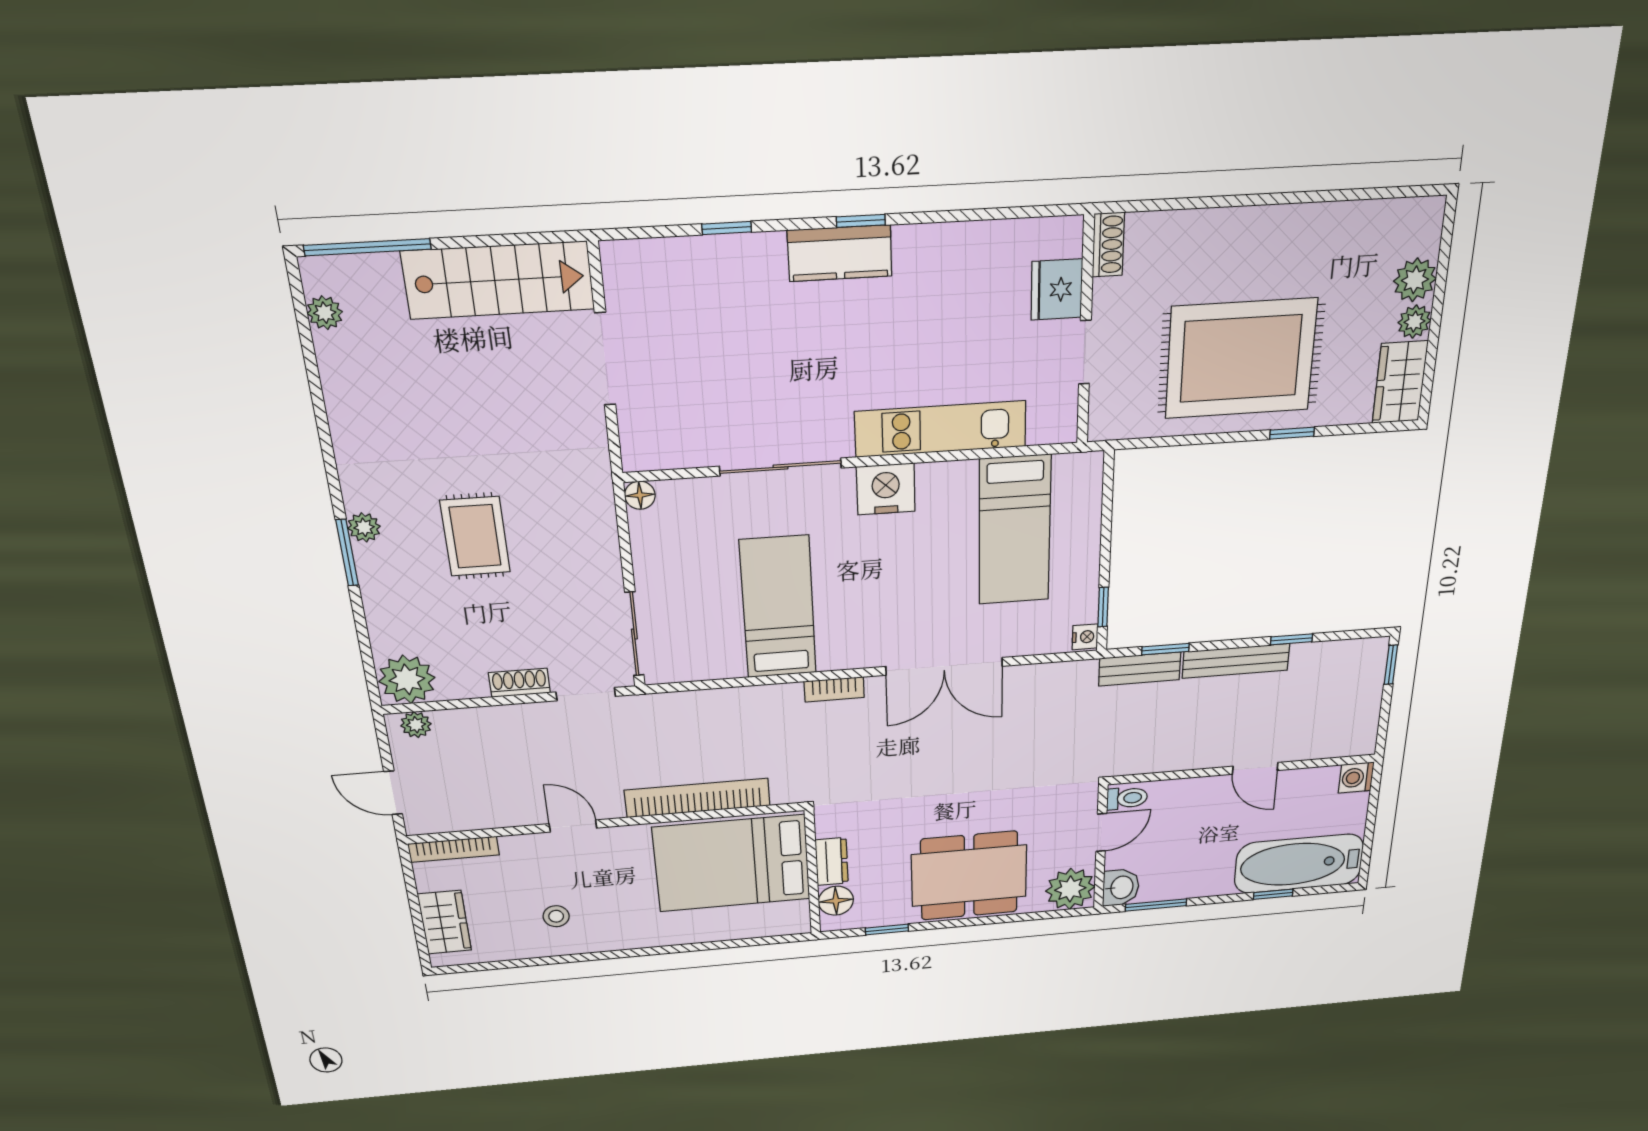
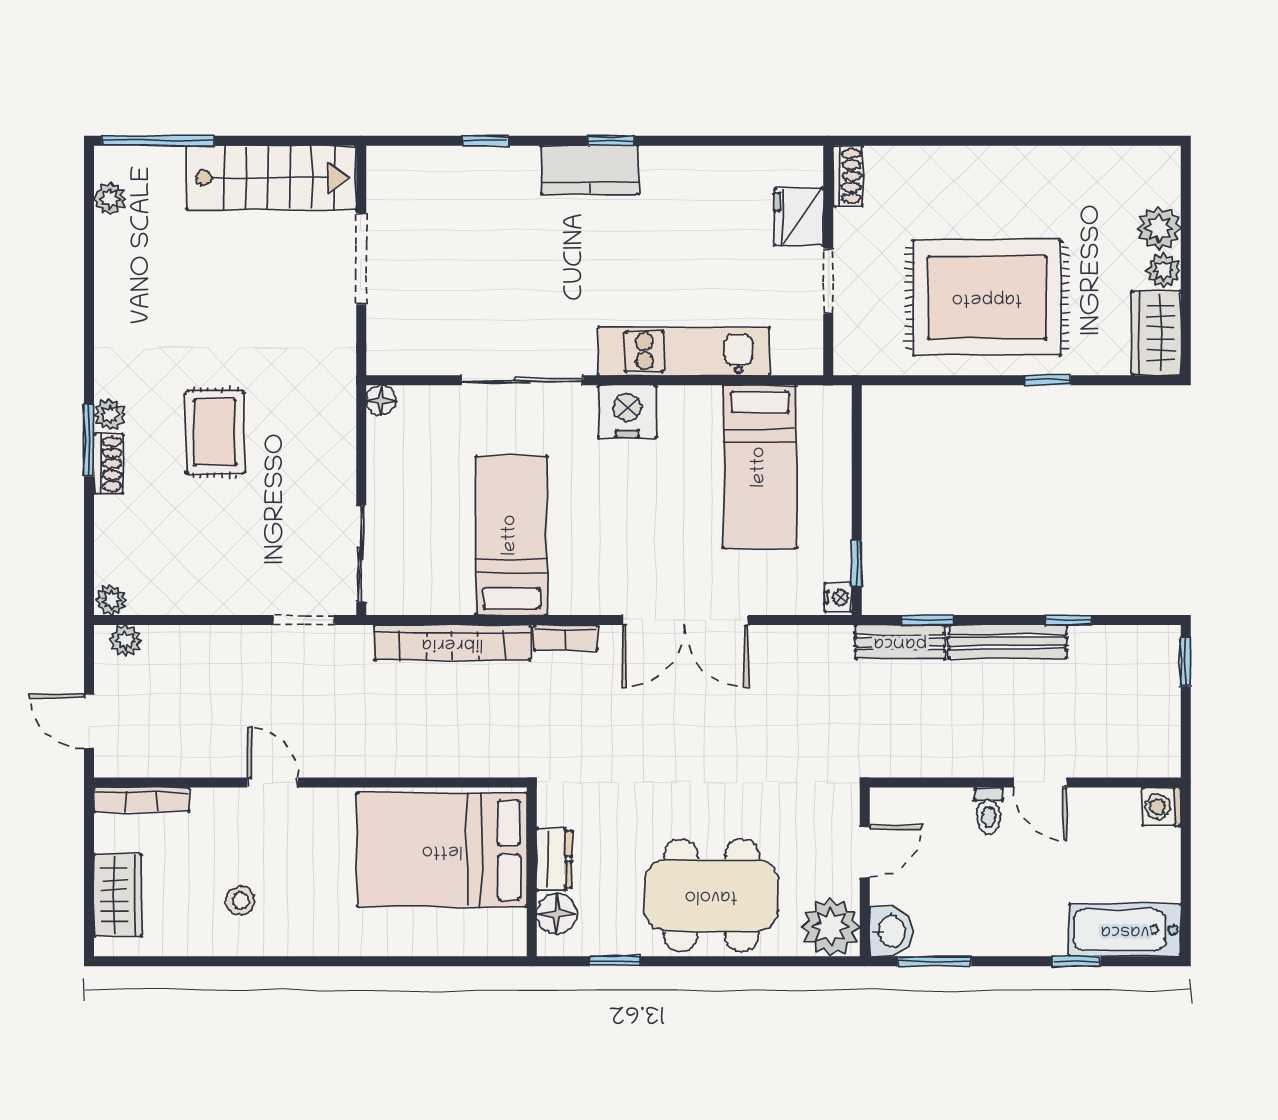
plant: (407, 679) -> (111, 600), width x0.53, depth x0.53
shoe rack: (519, 683) -> (109, 464), moved, turned 90
bookcase: (697, 798) -> (452, 643), moved, turned 180
toilet: (1127, 798) -> (989, 811), moved, turned 90
bathtub: (1299, 864) -> (1125, 930), width x0.73, depth x0.73

